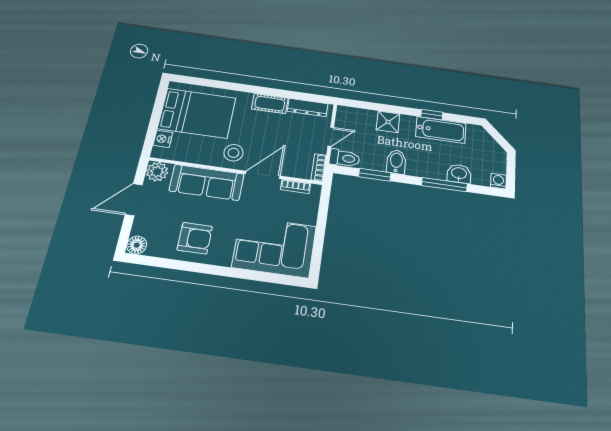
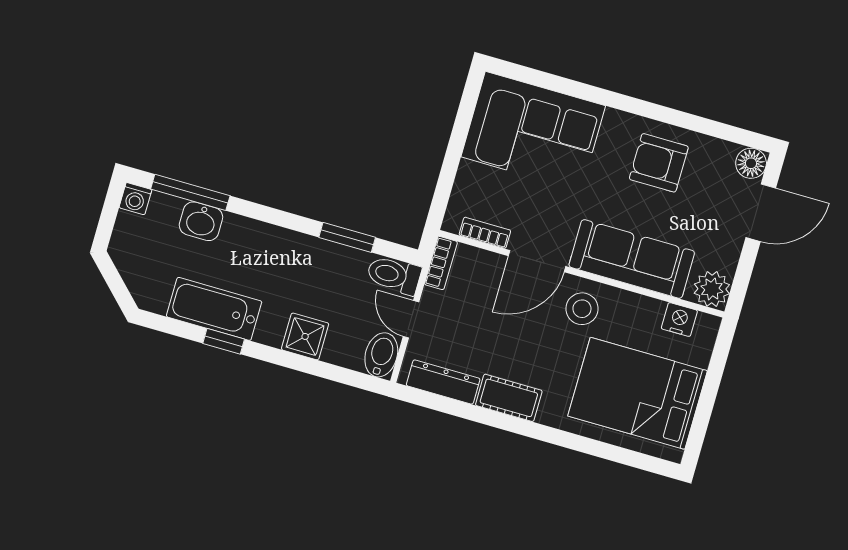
door: (331, 137) -> (411, 319), hinge flipped
nightstand: (163, 139) -> (679, 319), moved, turned -90
bidet: (396, 162) -> (381, 355), moved, turned 180
window: (444, 185) -> (190, 192), moved
door: (134, 200) -> (761, 213), moved

